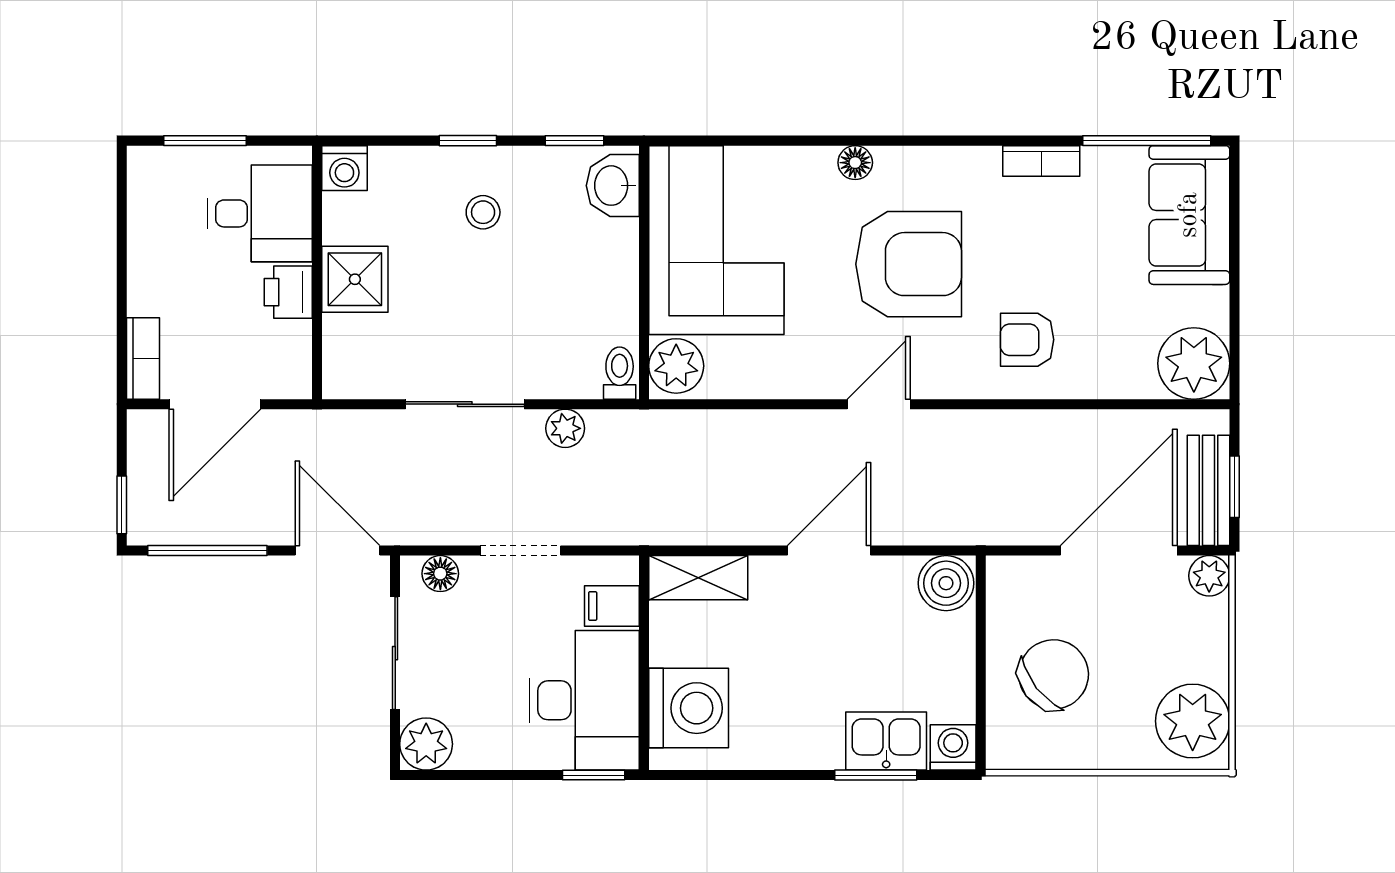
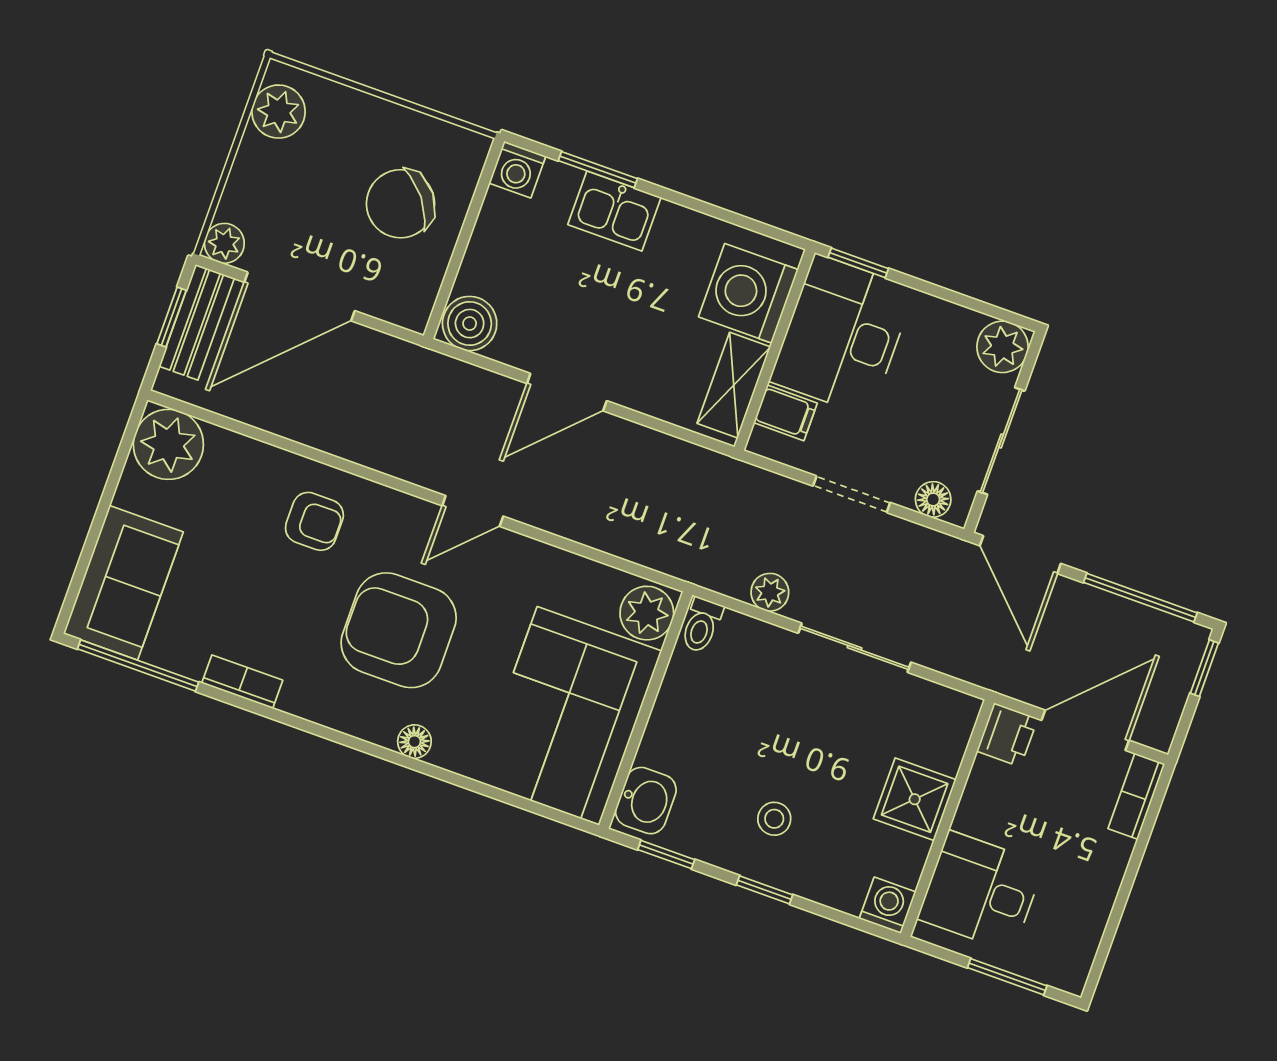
printer: (288, 292) -> (1007, 735), moved
shelving: (698, 578) -> (734, 385), moved, turned 90
plant: (1193, 721) -> (279, 112), width x0.73, depth x0.73
kitchen sink: (886, 741) -> (614, 211), moved

